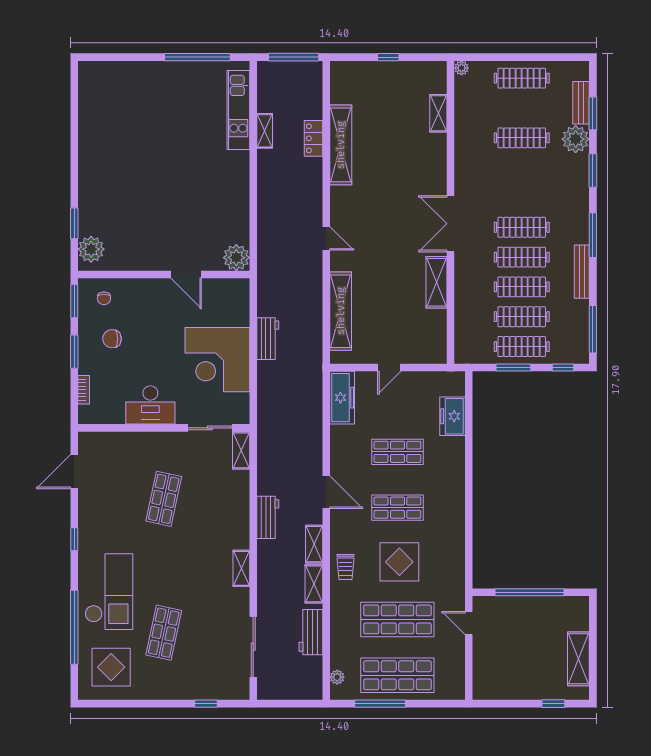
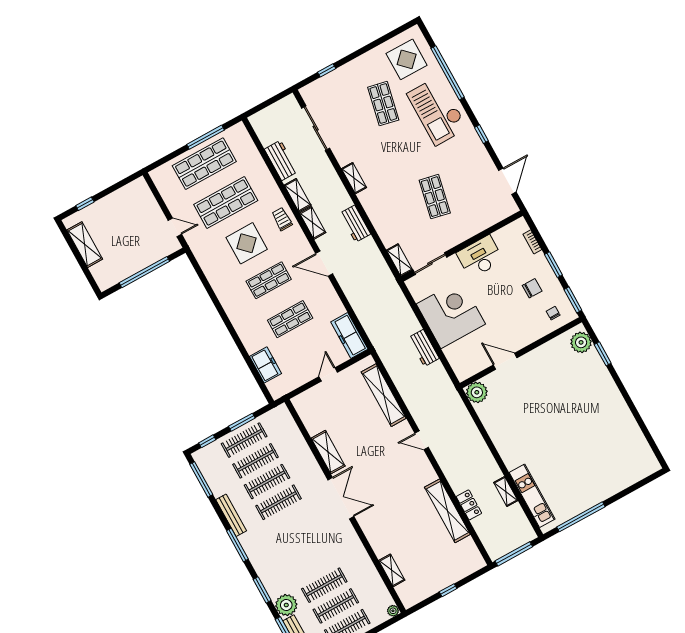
clothes rail: (522, 227) -> (336, 606), moved
plant: (337, 677) -> (246, 139), removed

